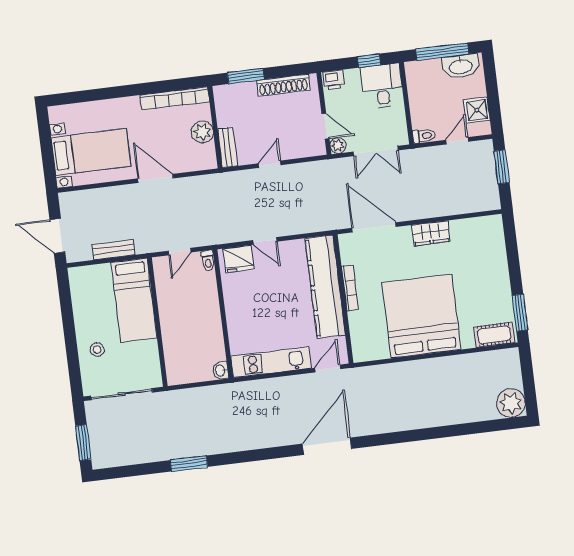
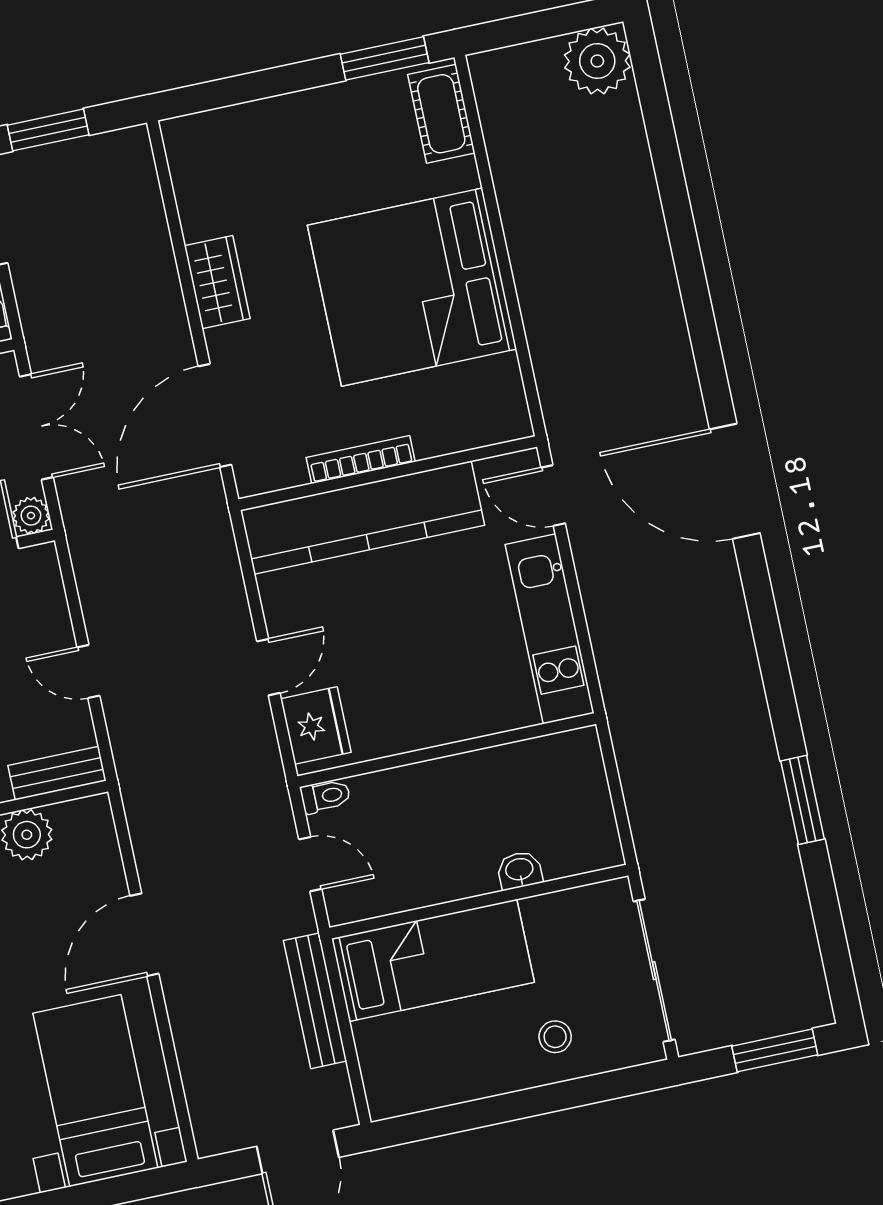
bench: (114, 250) -> (315, 1001), width x1.36
washbasin: (221, 370) -> (520, 870), moved, turned 180

